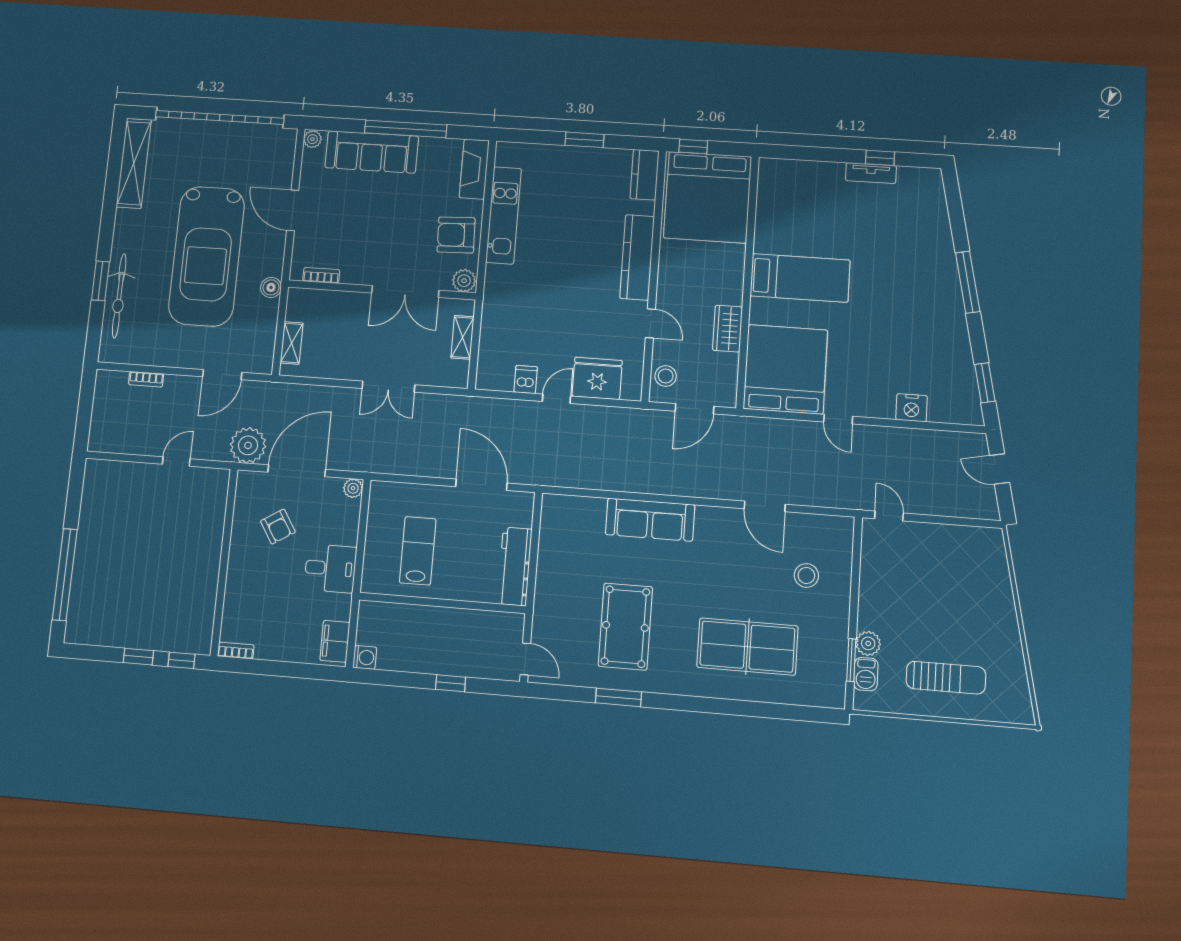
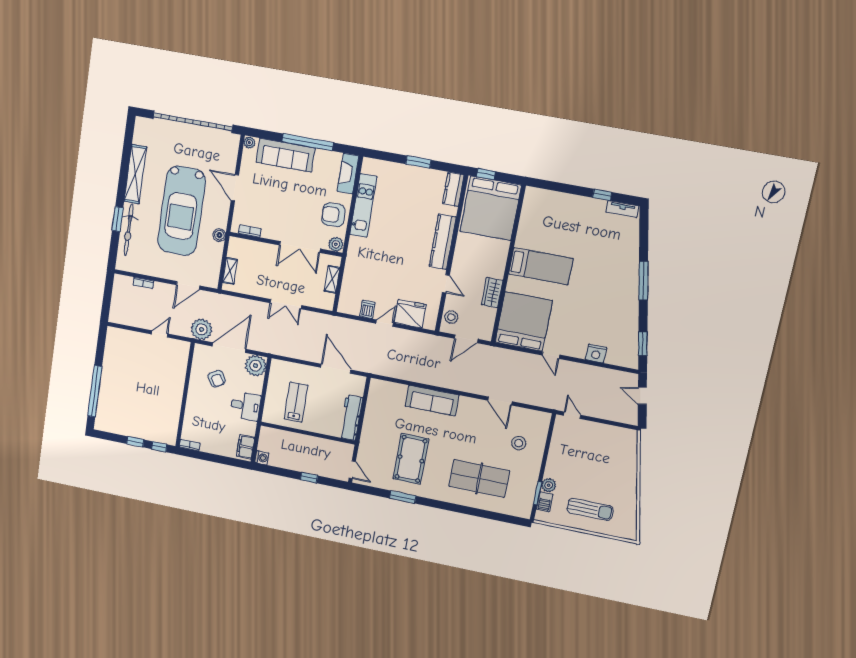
shelving: (134, 163) -> (135, 174), moved
tv unit: (871, 173) -> (622, 209), moved
plant: (353, 488) -> (256, 366), width x1.87, depth x1.87

